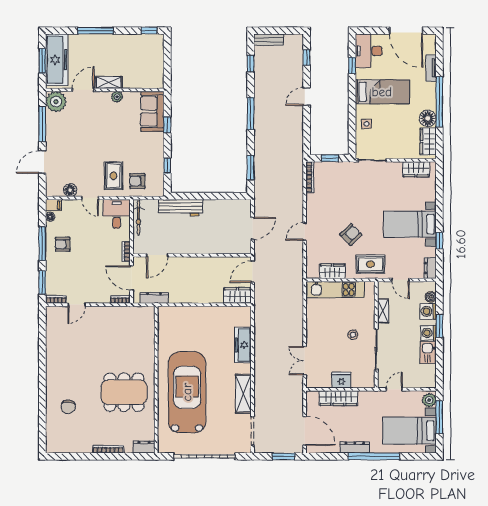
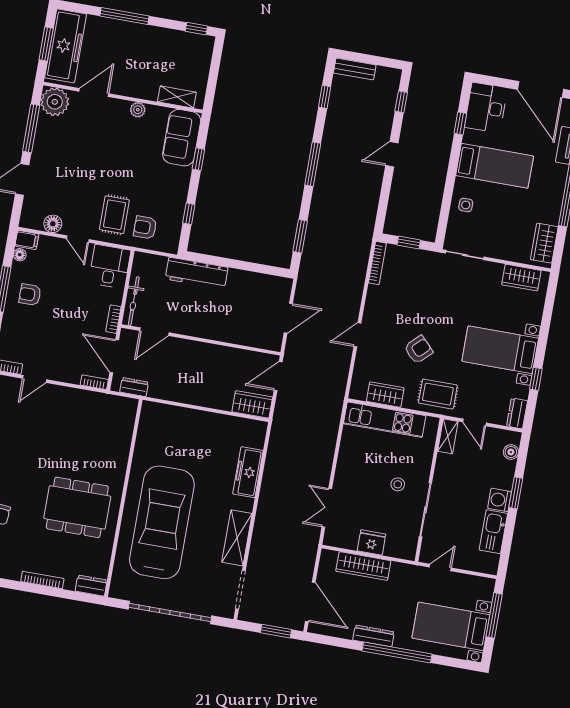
shelving: (109, 83) -> (177, 97), moved
floor lamp: (428, 118) -> (549, 212), removed
bicycle: (139, 217) -> (134, 301), moved
dresser: (154, 298) -> (134, 387), width x0.70
shelving: (383, 311) -> (448, 436), moved
washing machine: (428, 311) -> (504, 471), removed
kitchen sink: (428, 353) -> (493, 532), width x1.38
plant: (429, 400) -> (484, 590), removed

